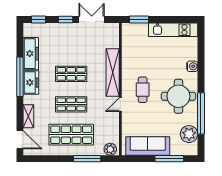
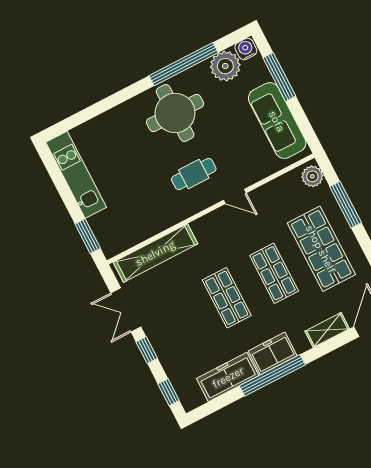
water cooler: (192, 66) -> (246, 49), moved
shelving: (113, 73) -> (155, 253), moved

